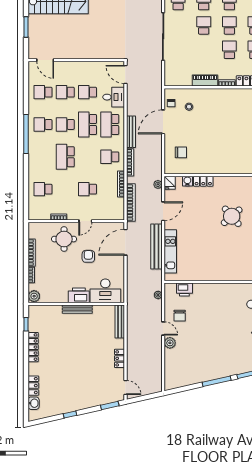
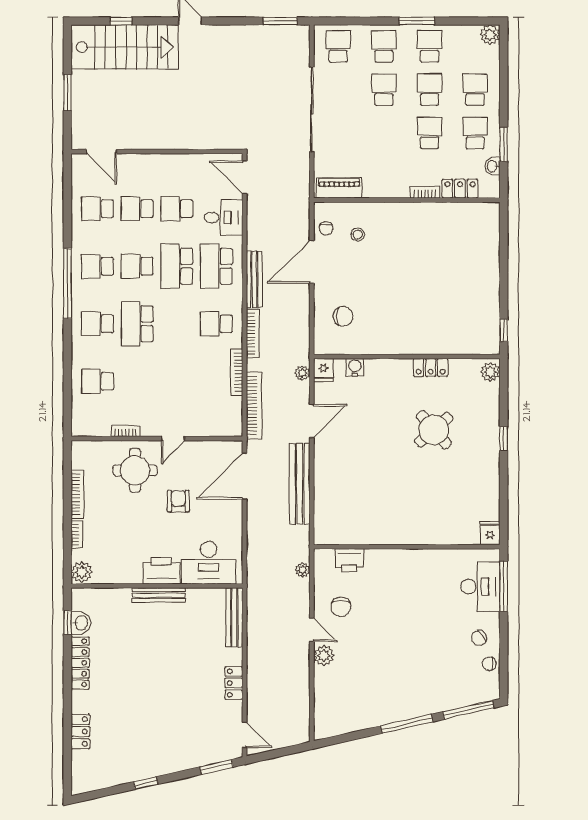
piano: (205, 81) -> (339, 188), moved
locker: (203, 181) -> (431, 368), moved
school desk: (87, 189) -> (97, 324), moved
kitchen unit: (170, 251) -> (324, 492), removed
washbasin: (34, 403) -> (81, 623), moved

